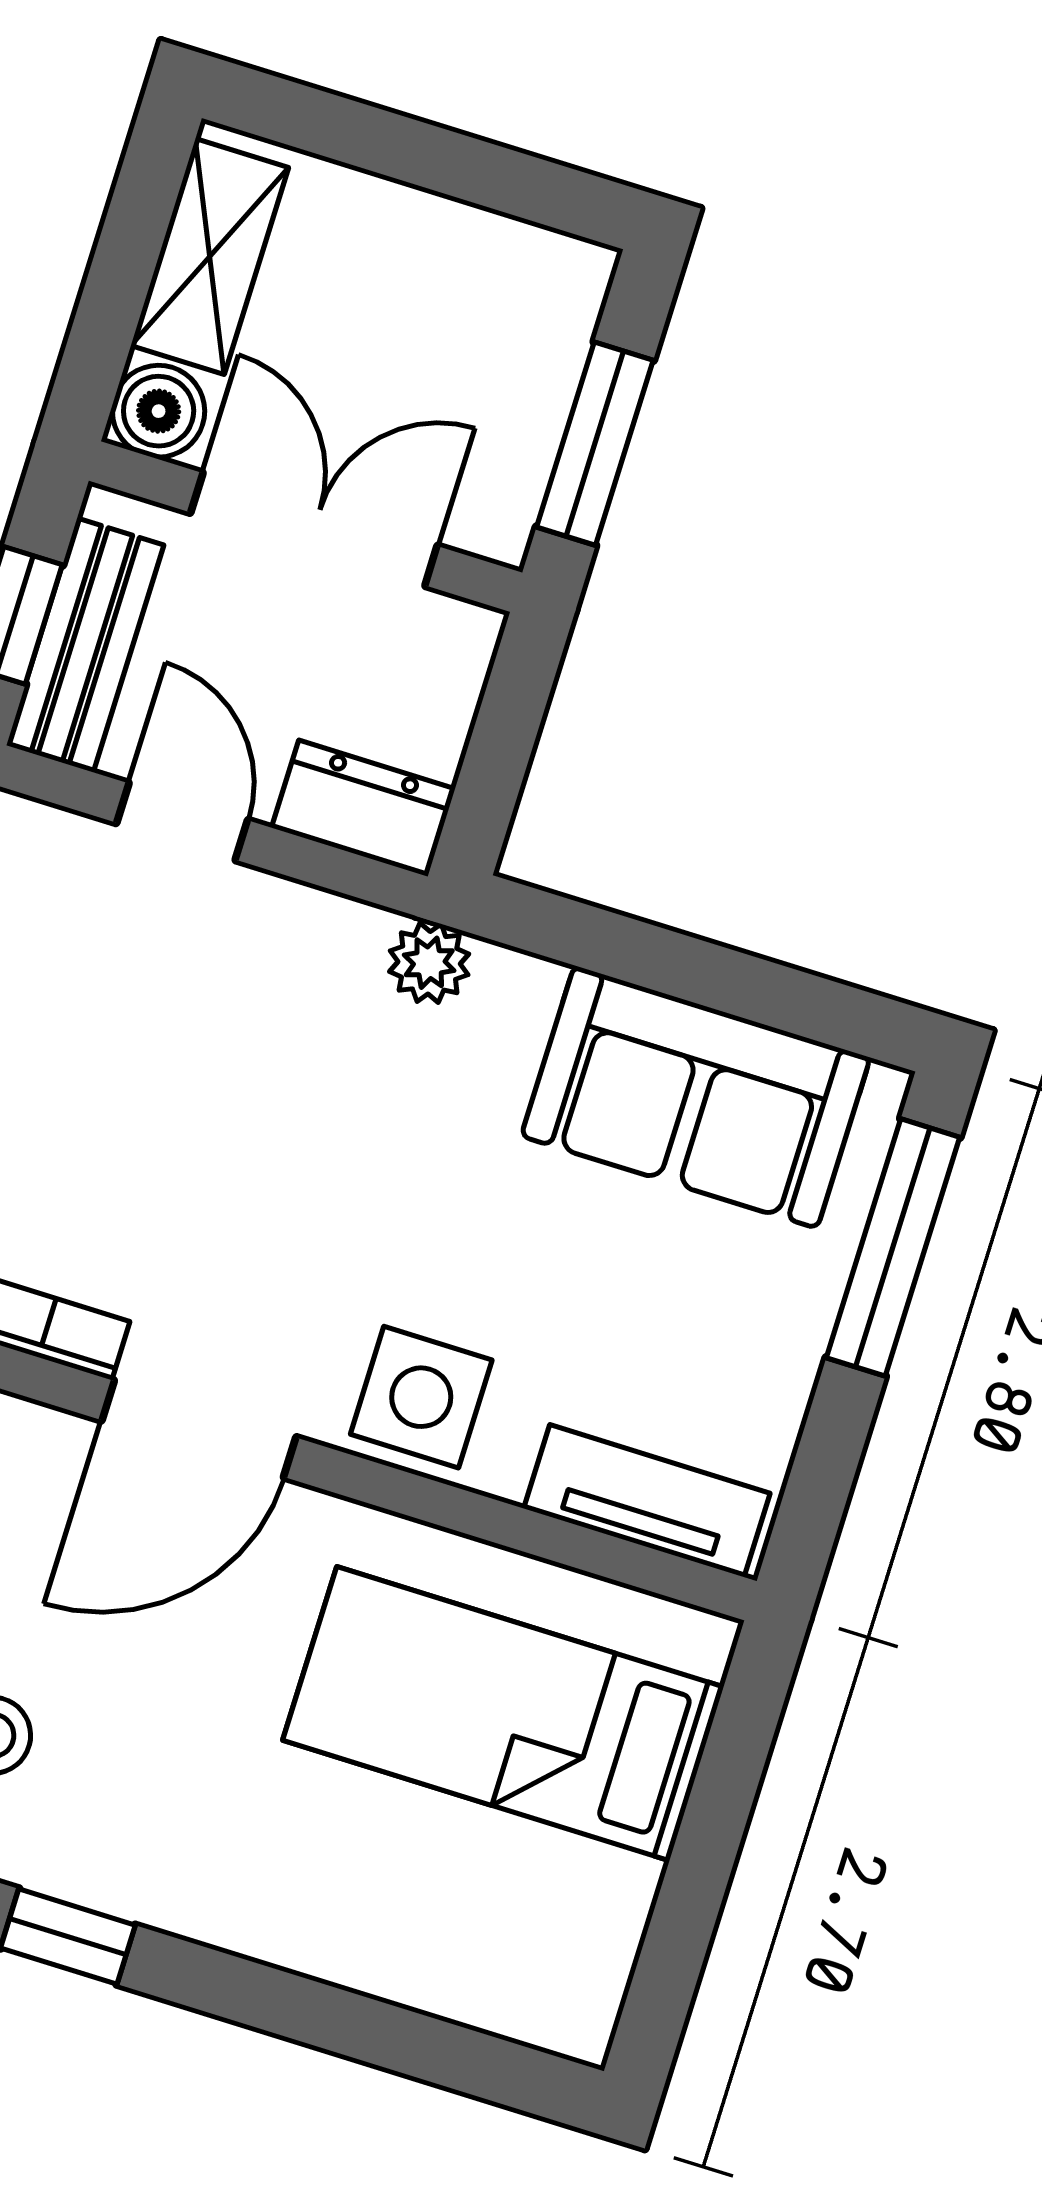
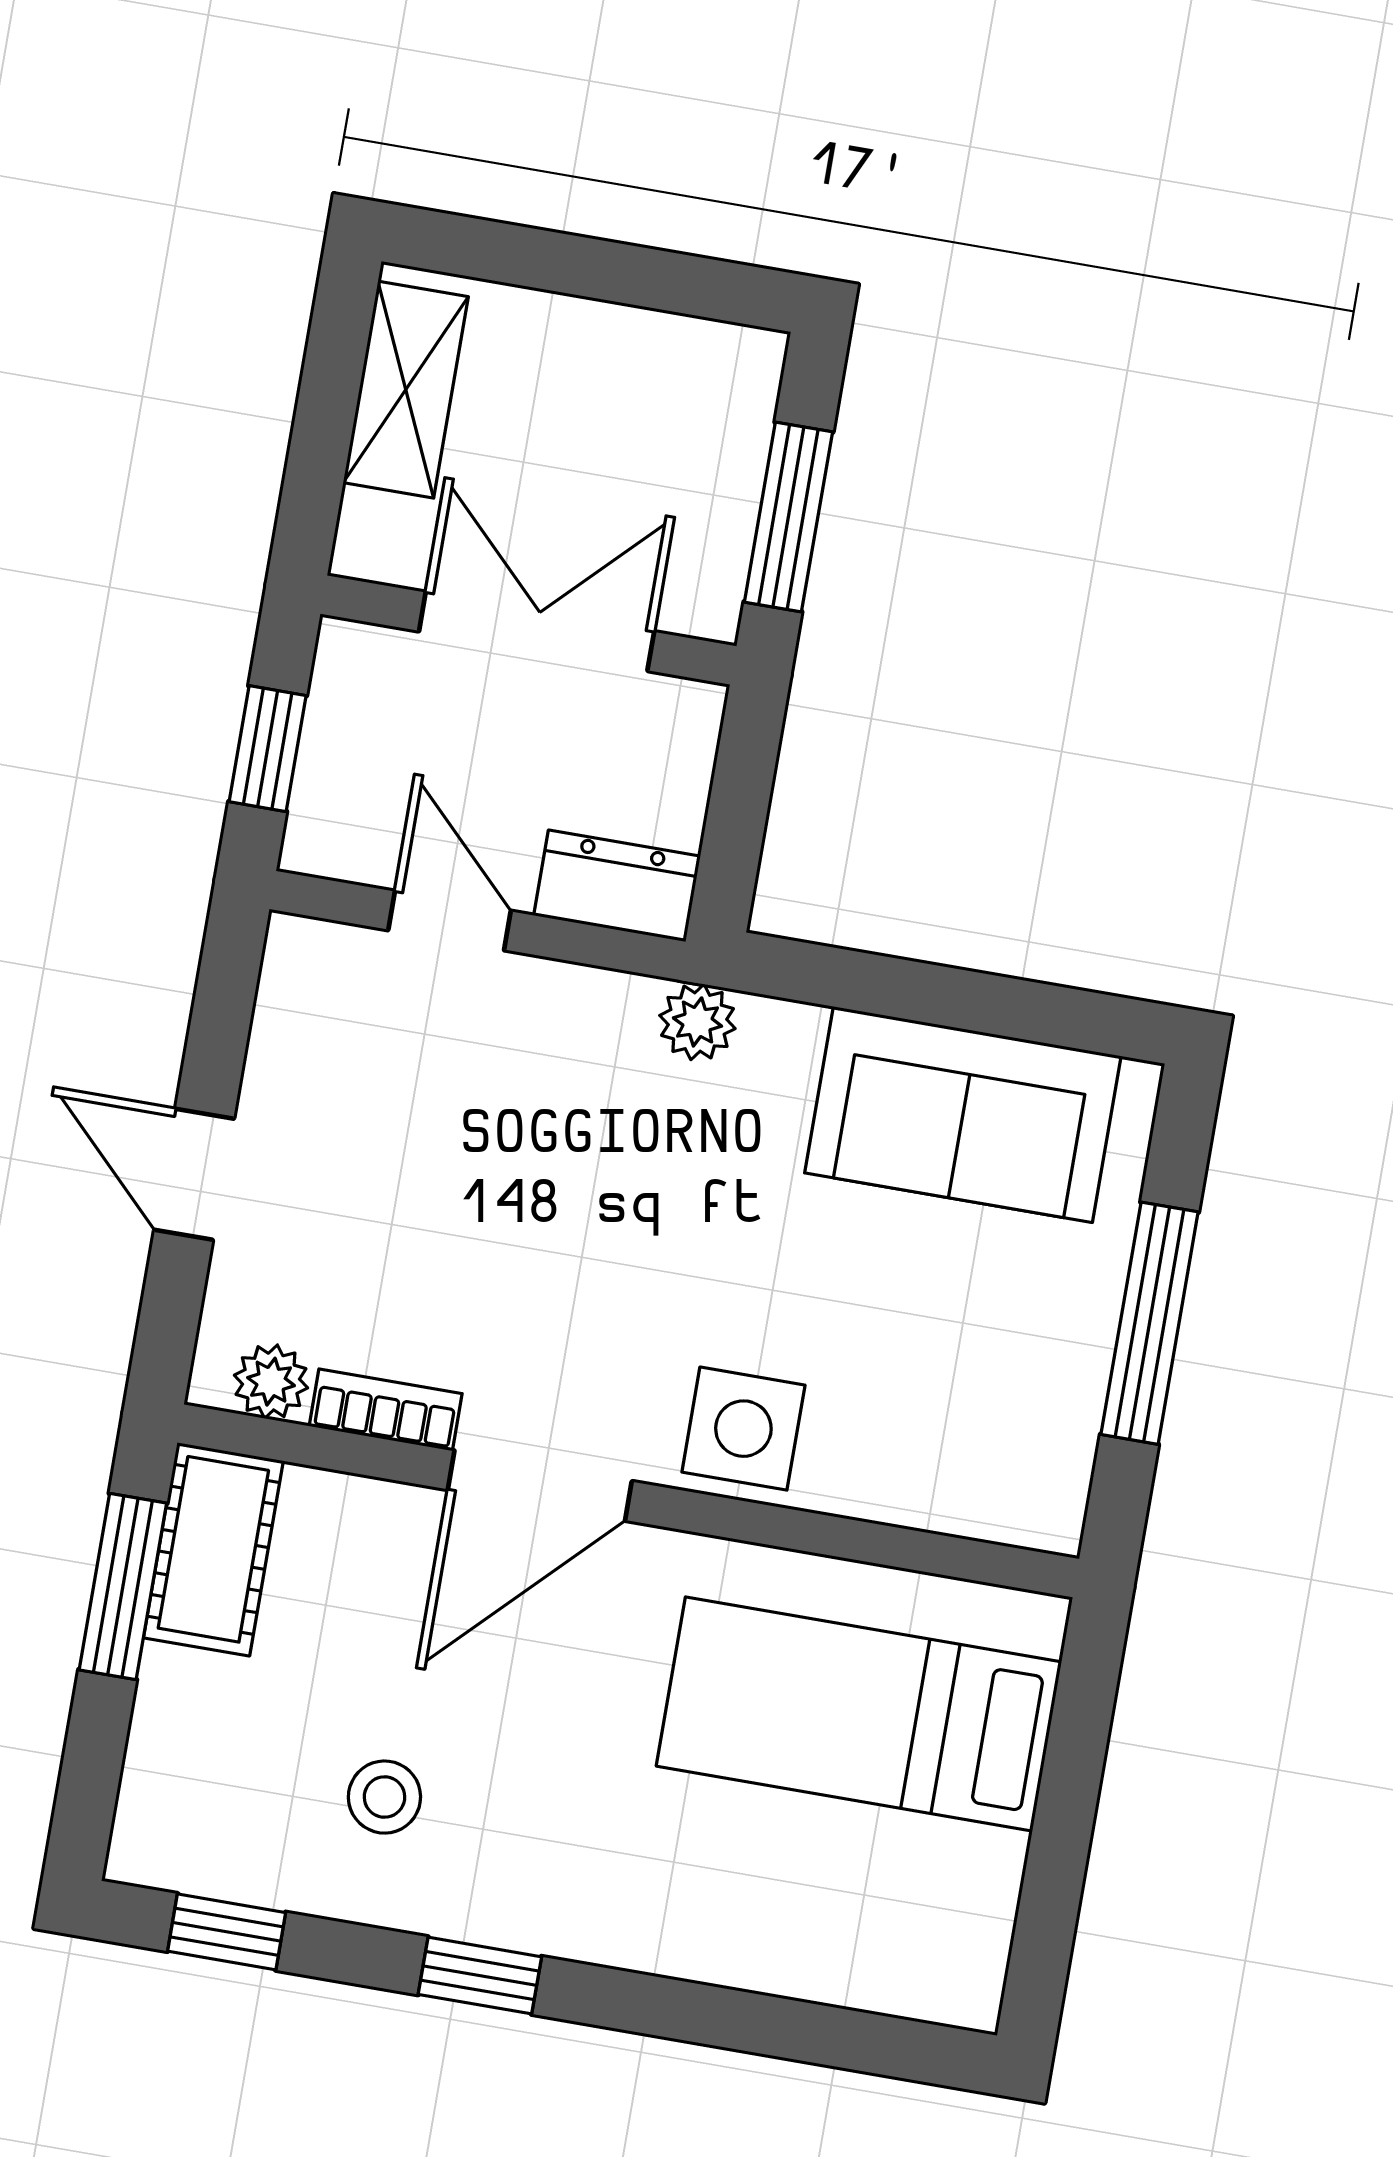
boiler: (159, 411) -> (377, 540), removed
bench: (85, 645) -> (337, 768), removed
window: (893, 1247) -> (1150, 1323), moved
tv unit: (647, 1501) -> (967, 1498), removed

